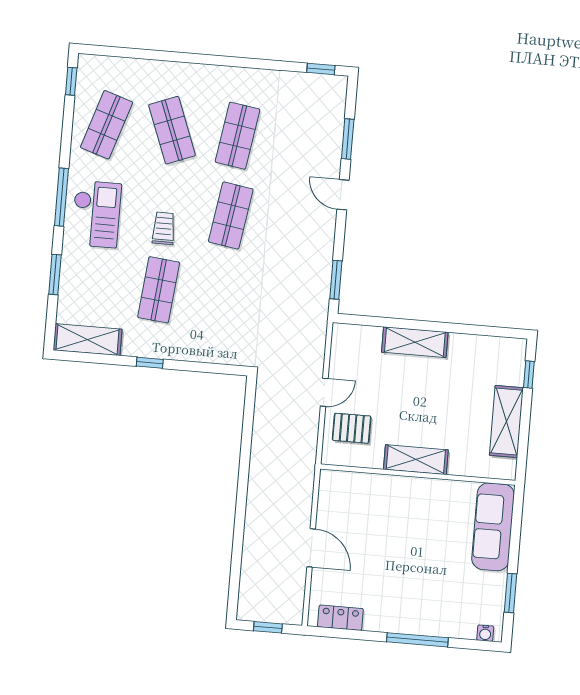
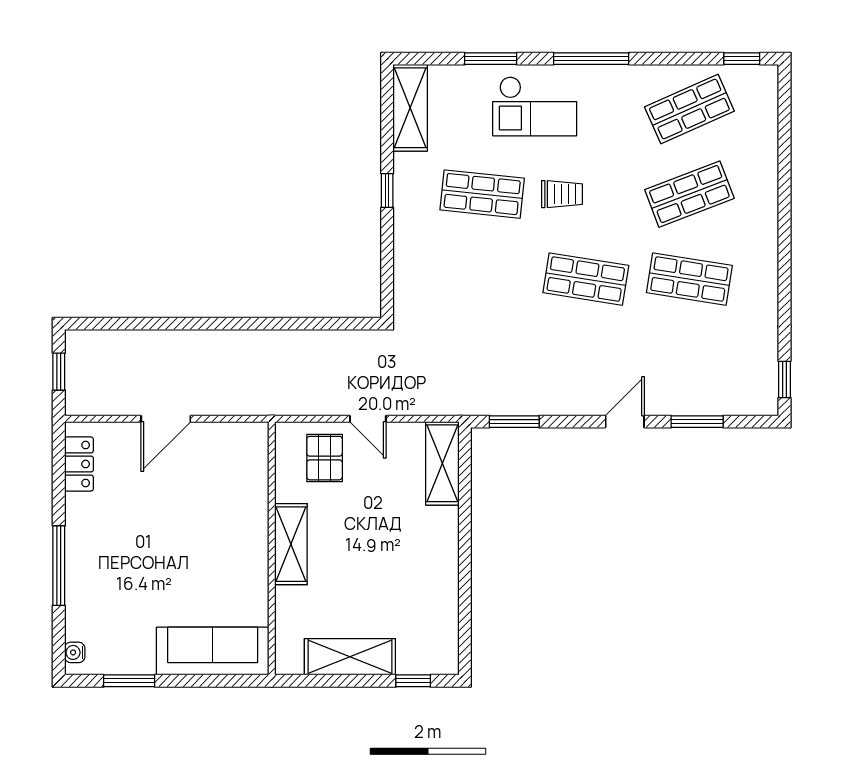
shop shelf: (107, 125) -> (689, 109), turned -42
checkout: (96, 214) -> (535, 106), moved
shelving: (415, 342) -> (442, 463), moved

